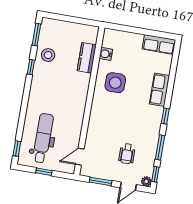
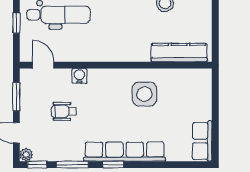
water cooler: (106, 54) -> (79, 76), moved
kitchen counter: (87, 58) -> (179, 53), width x1.50
row of seats: (160, 90) -> (124, 152), width x2.02
wheelchair: (127, 154) -> (64, 111), moved

